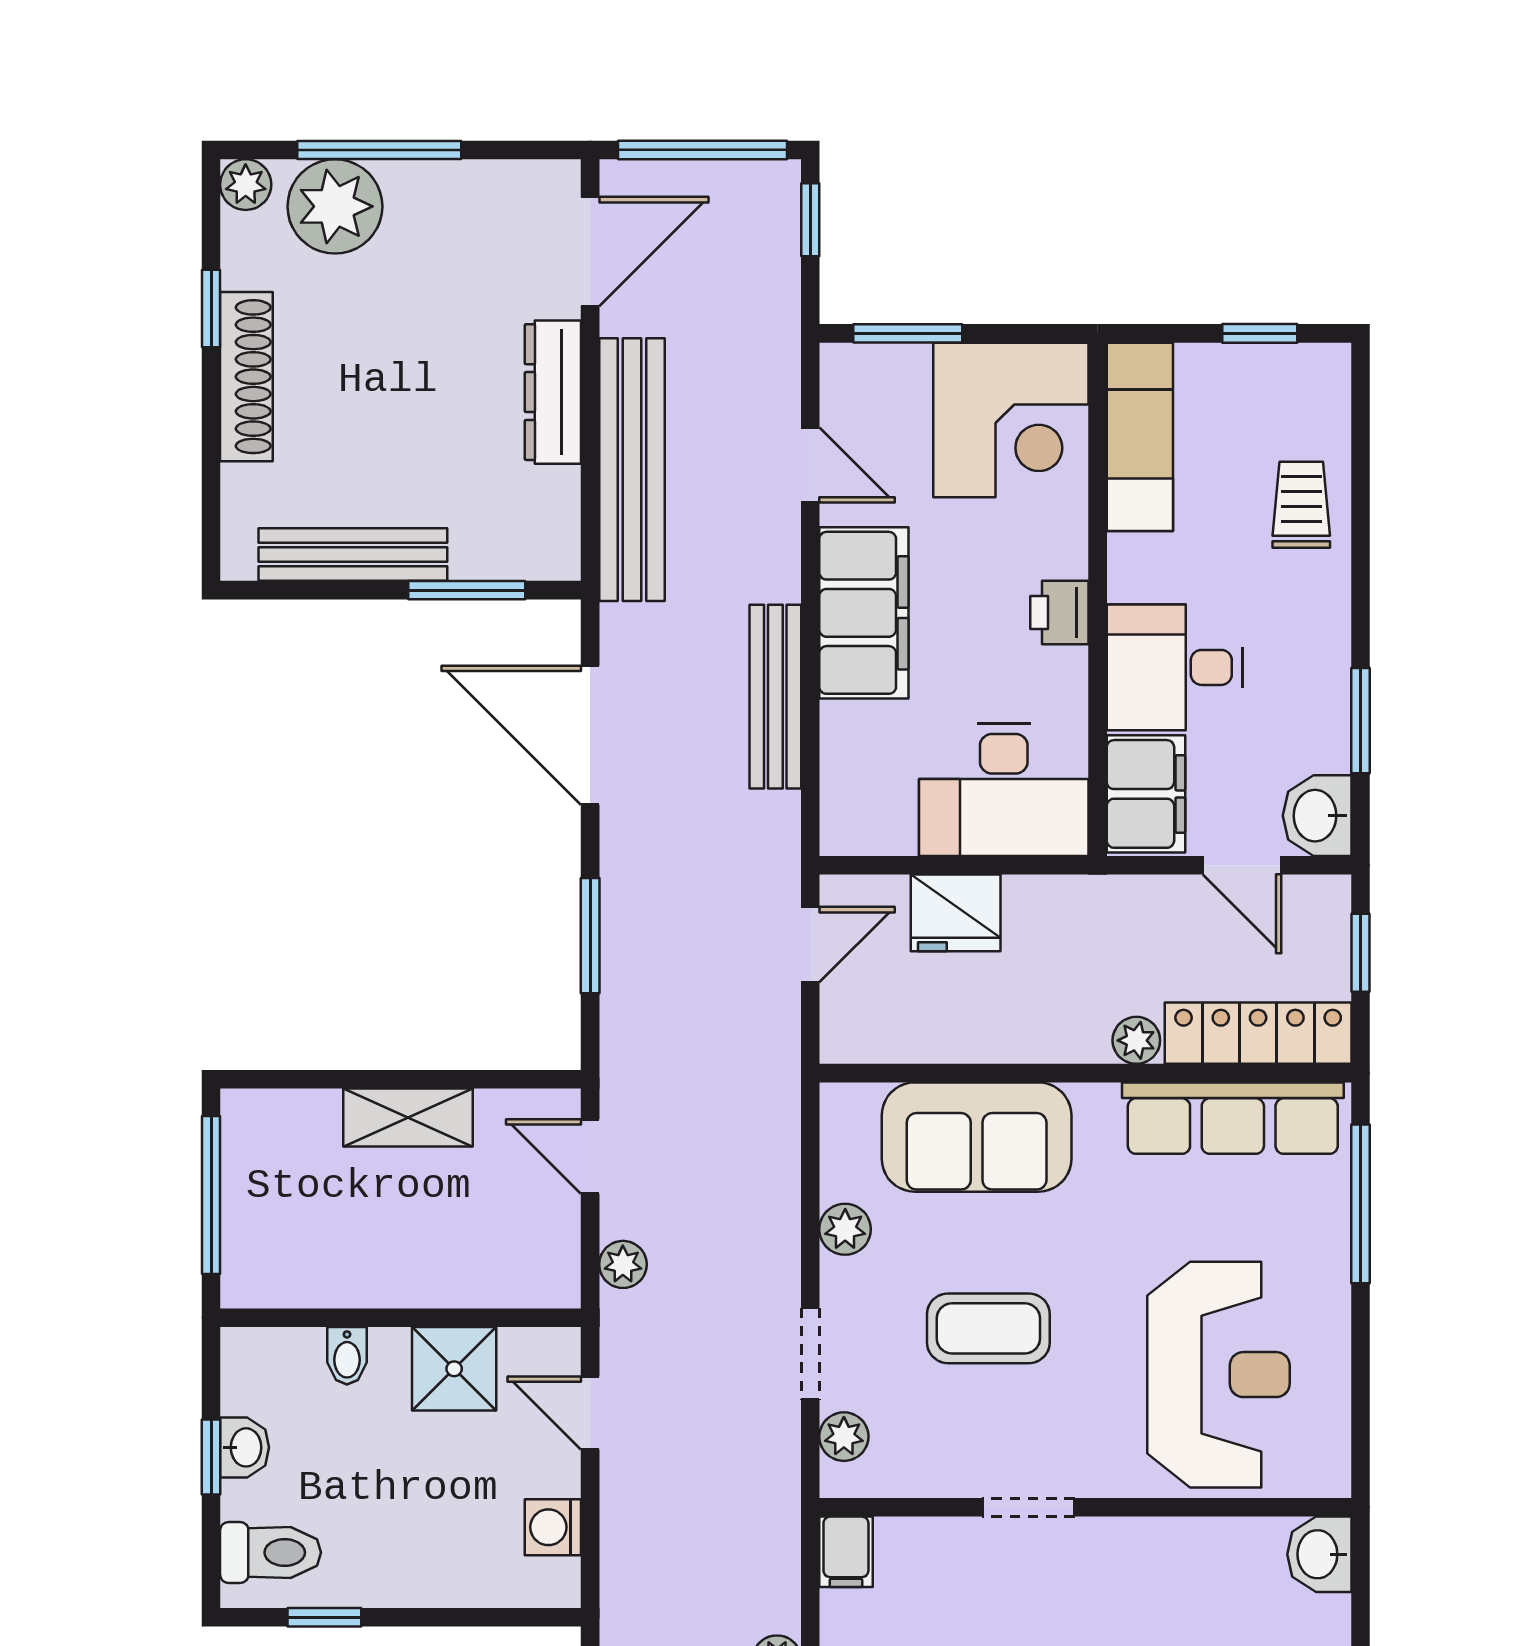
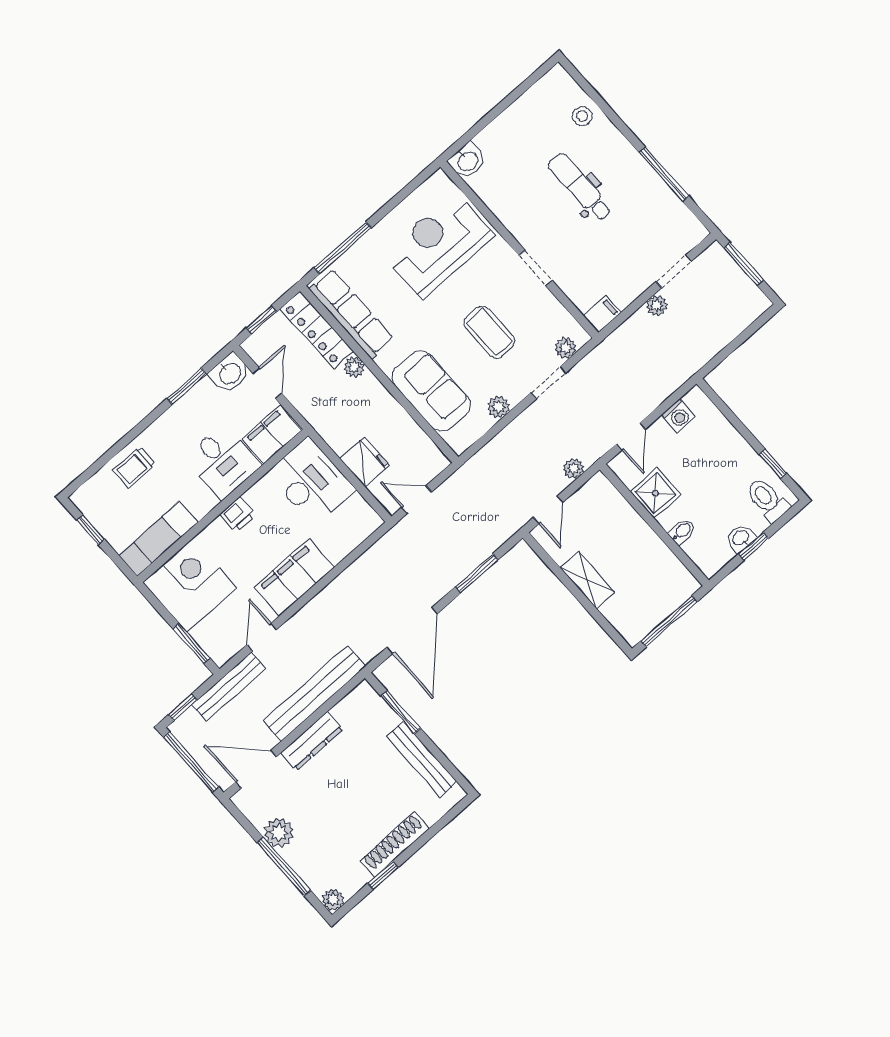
plant: (335, 206) -> (279, 833), moved, width x0.73, depth x0.73
bench: (775, 697) -> (229, 686), moved

